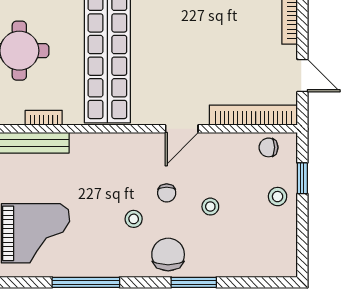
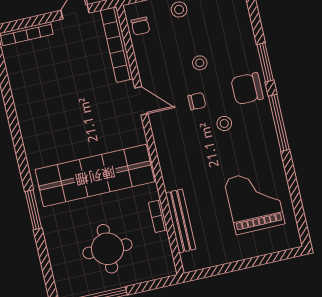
window: (86, 282) -> (279, 123), moved

